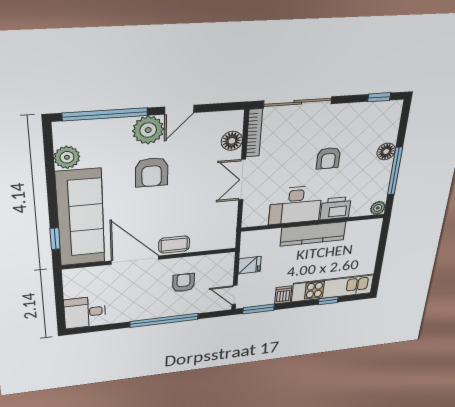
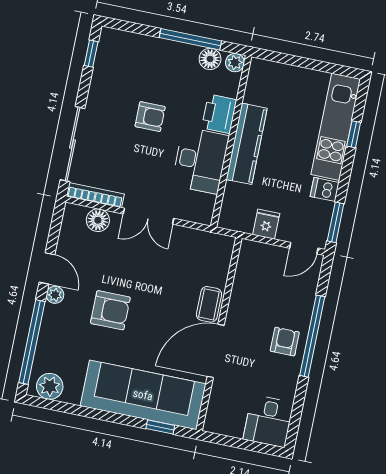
plant: (148, 130) -> (55, 295), width x0.53, depth x0.53
floor lamp: (386, 152) -> (210, 59), moved
plant: (67, 157) -> (50, 386), moved
armchair: (183, 283) -> (285, 342), moved, turned 90

